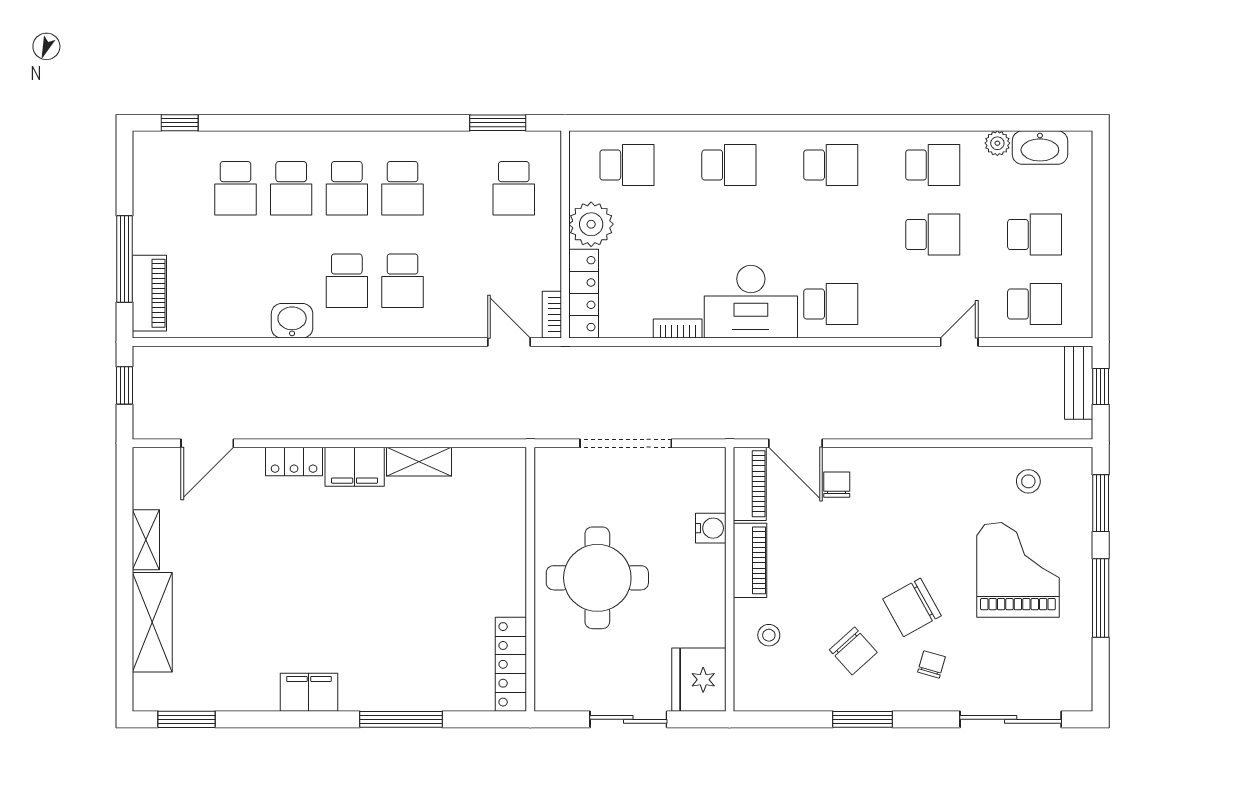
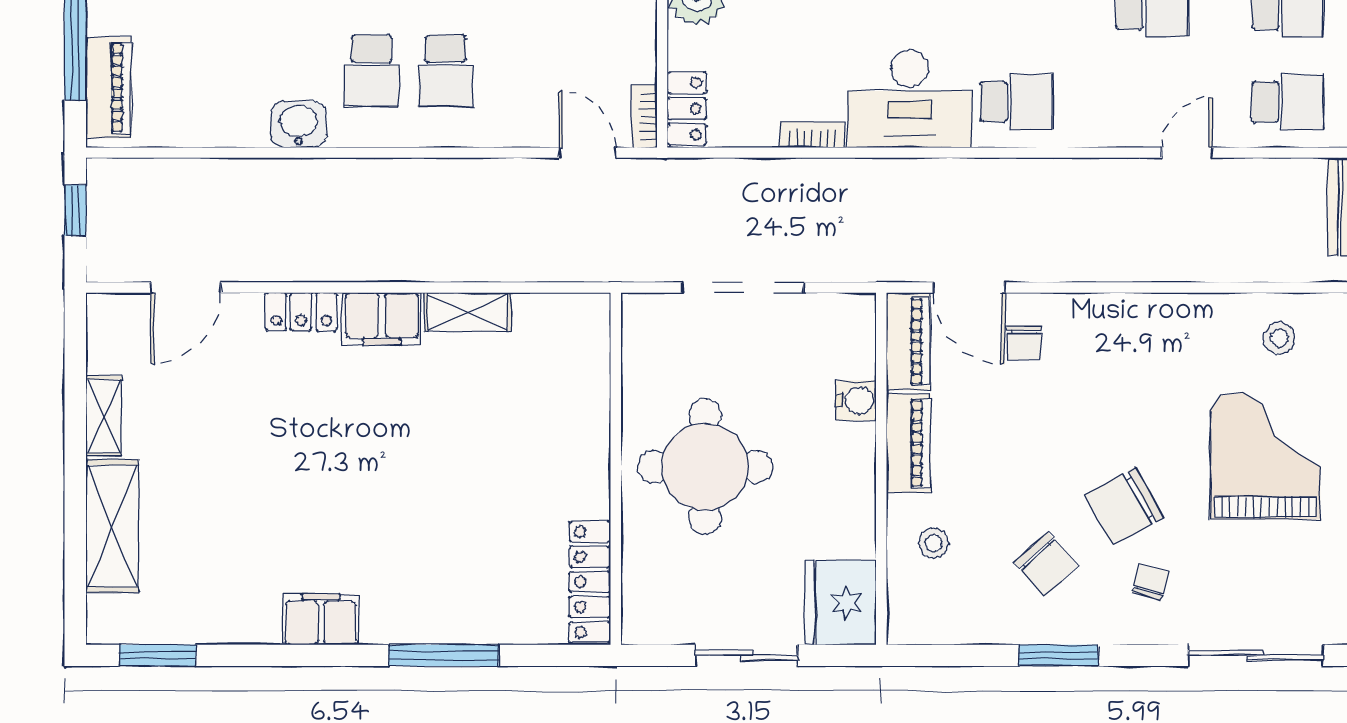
locker: (584, 294) -> (687, 109), width x0.66
chair: (837, 485) -> (1024, 343), turned 180

